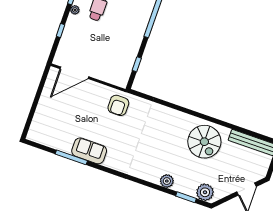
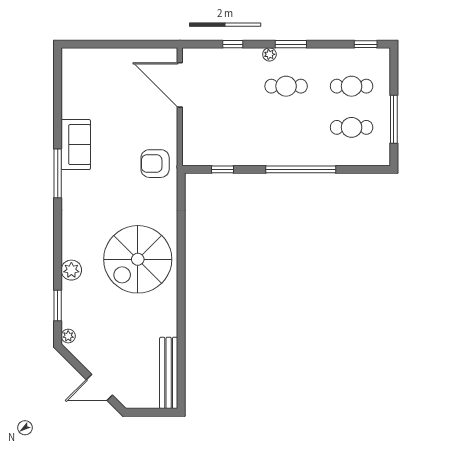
spiral stairs: (204, 142) -> (138, 259), moved, width x1.37, depth x1.37
window: (71, 157) -> (58, 173), moved
plant: (205, 192) -> (68, 336), width x0.53, depth x0.53

